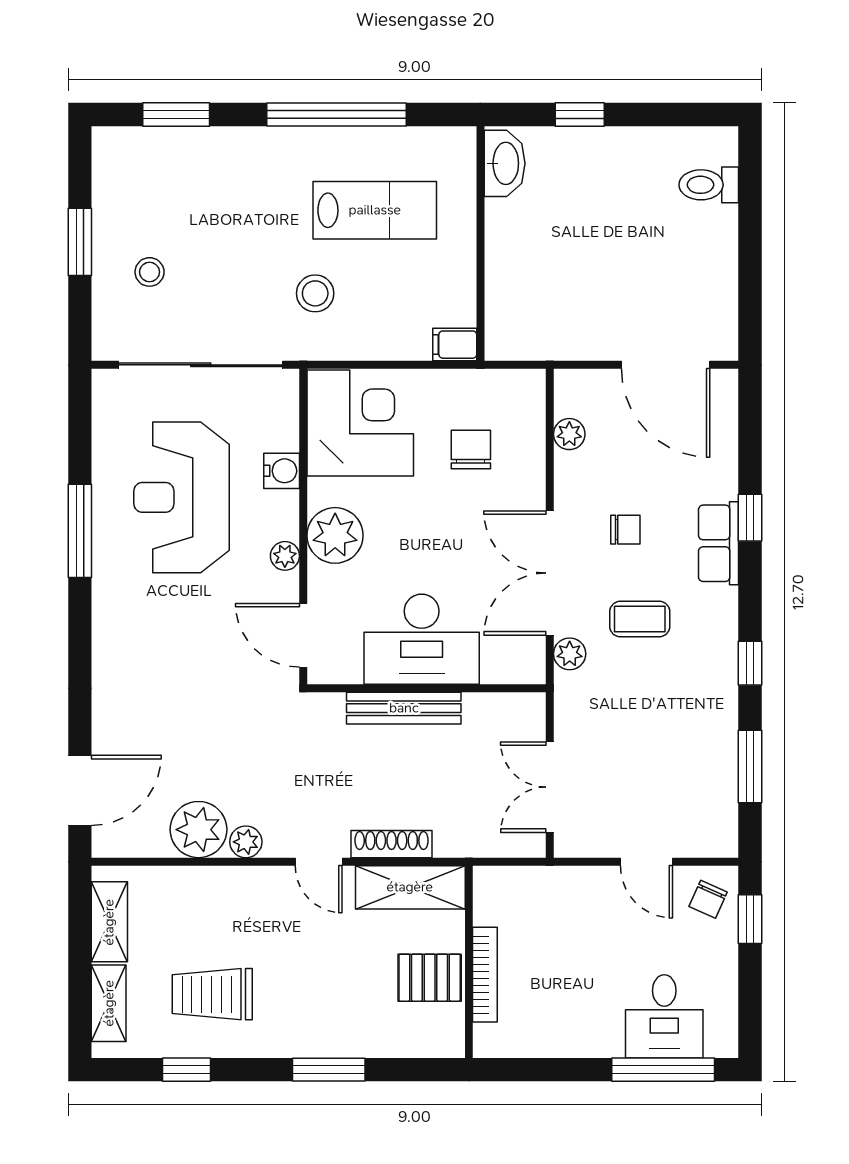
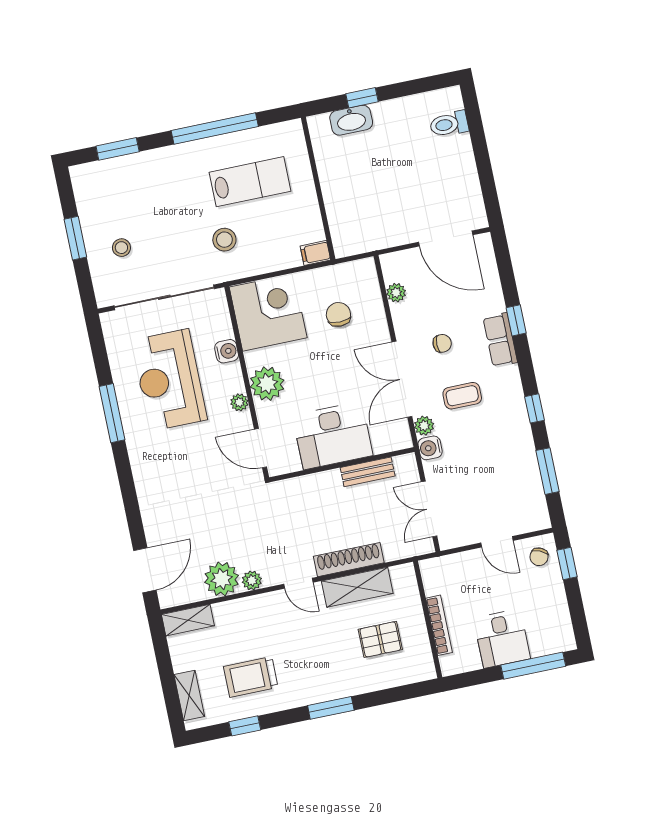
washbasin: (505, 163) -> (351, 120), moved, turned 90
water cooler: (572, 691) -> (430, 448), added
bench: (404, 708) -> (368, 472), moved, width x0.73
shoe rack: (392, 844) -> (349, 560), width x1.36, depth x1.24
shelving: (109, 922) -> (188, 620), moved, turned 90
wall: (469, 962) -> (428, 620), moved
bookcase: (485, 975) -> (439, 625), moved
desk: (664, 1016) -> (502, 638), moved

